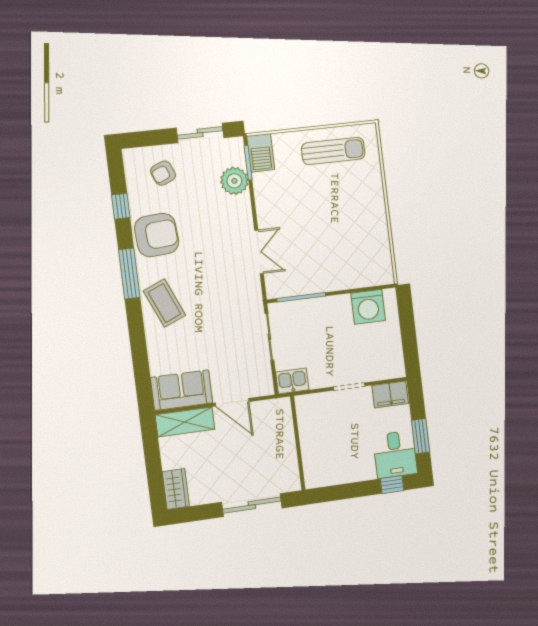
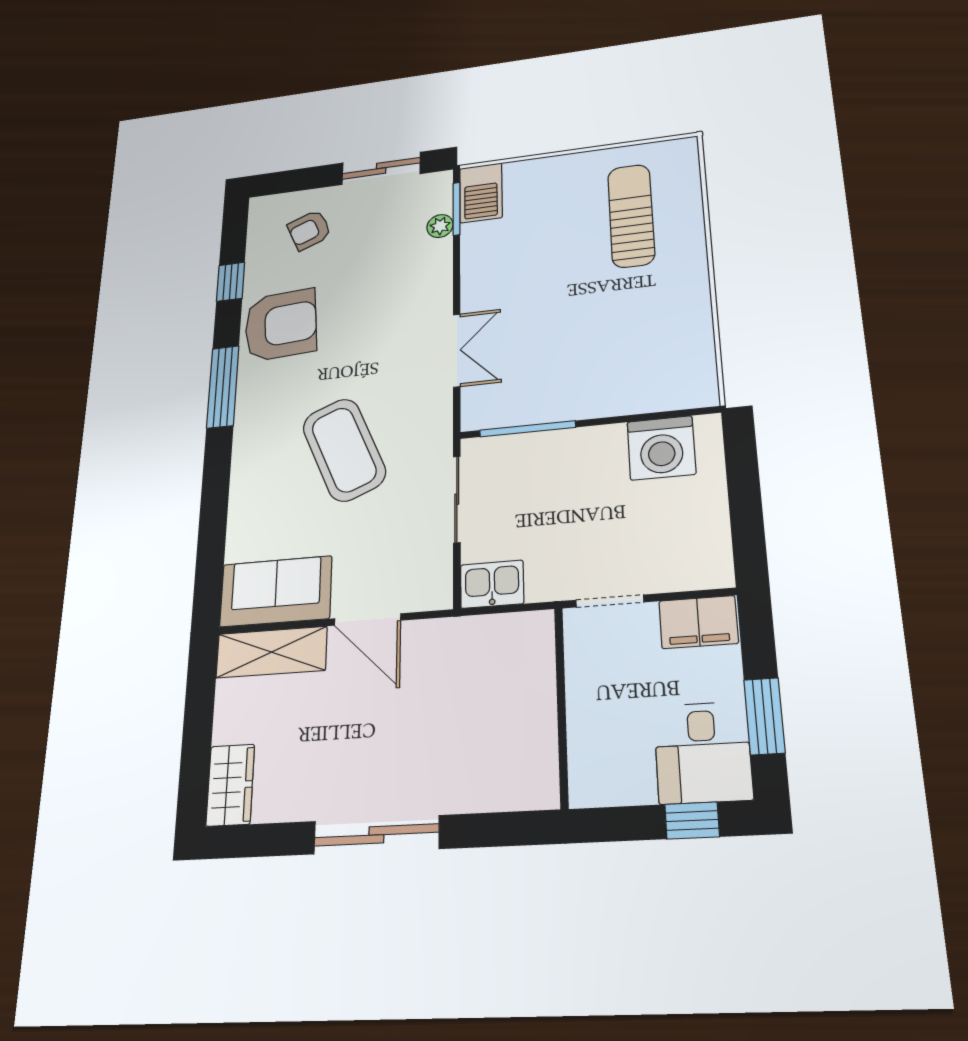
sun lounger: (333, 151) -> (631, 216), moved, turned -90
plant: (234, 181) -> (440, 226), width x0.53, depth x0.53
coffee table: (164, 303) -> (344, 450), moved, width x1.36, depth x1.32
wall: (298, 443) -> (561, 706), moved

